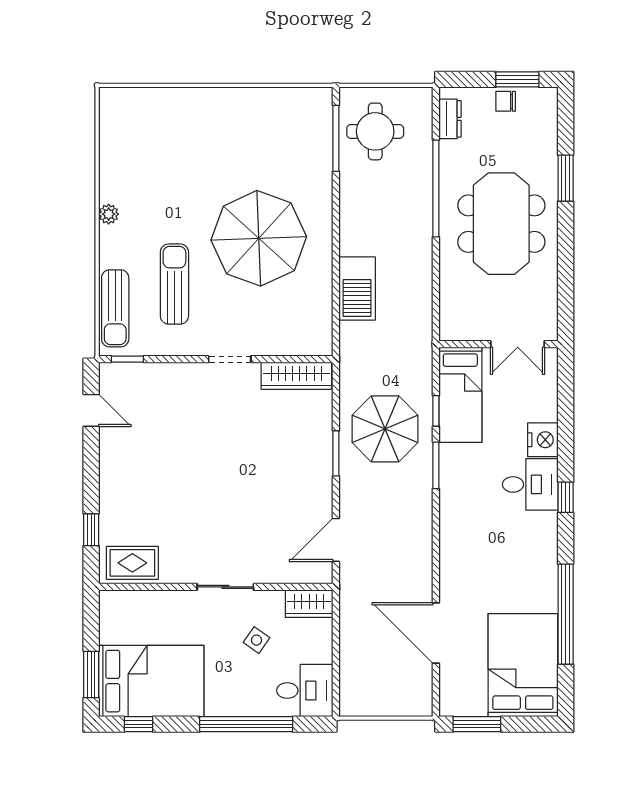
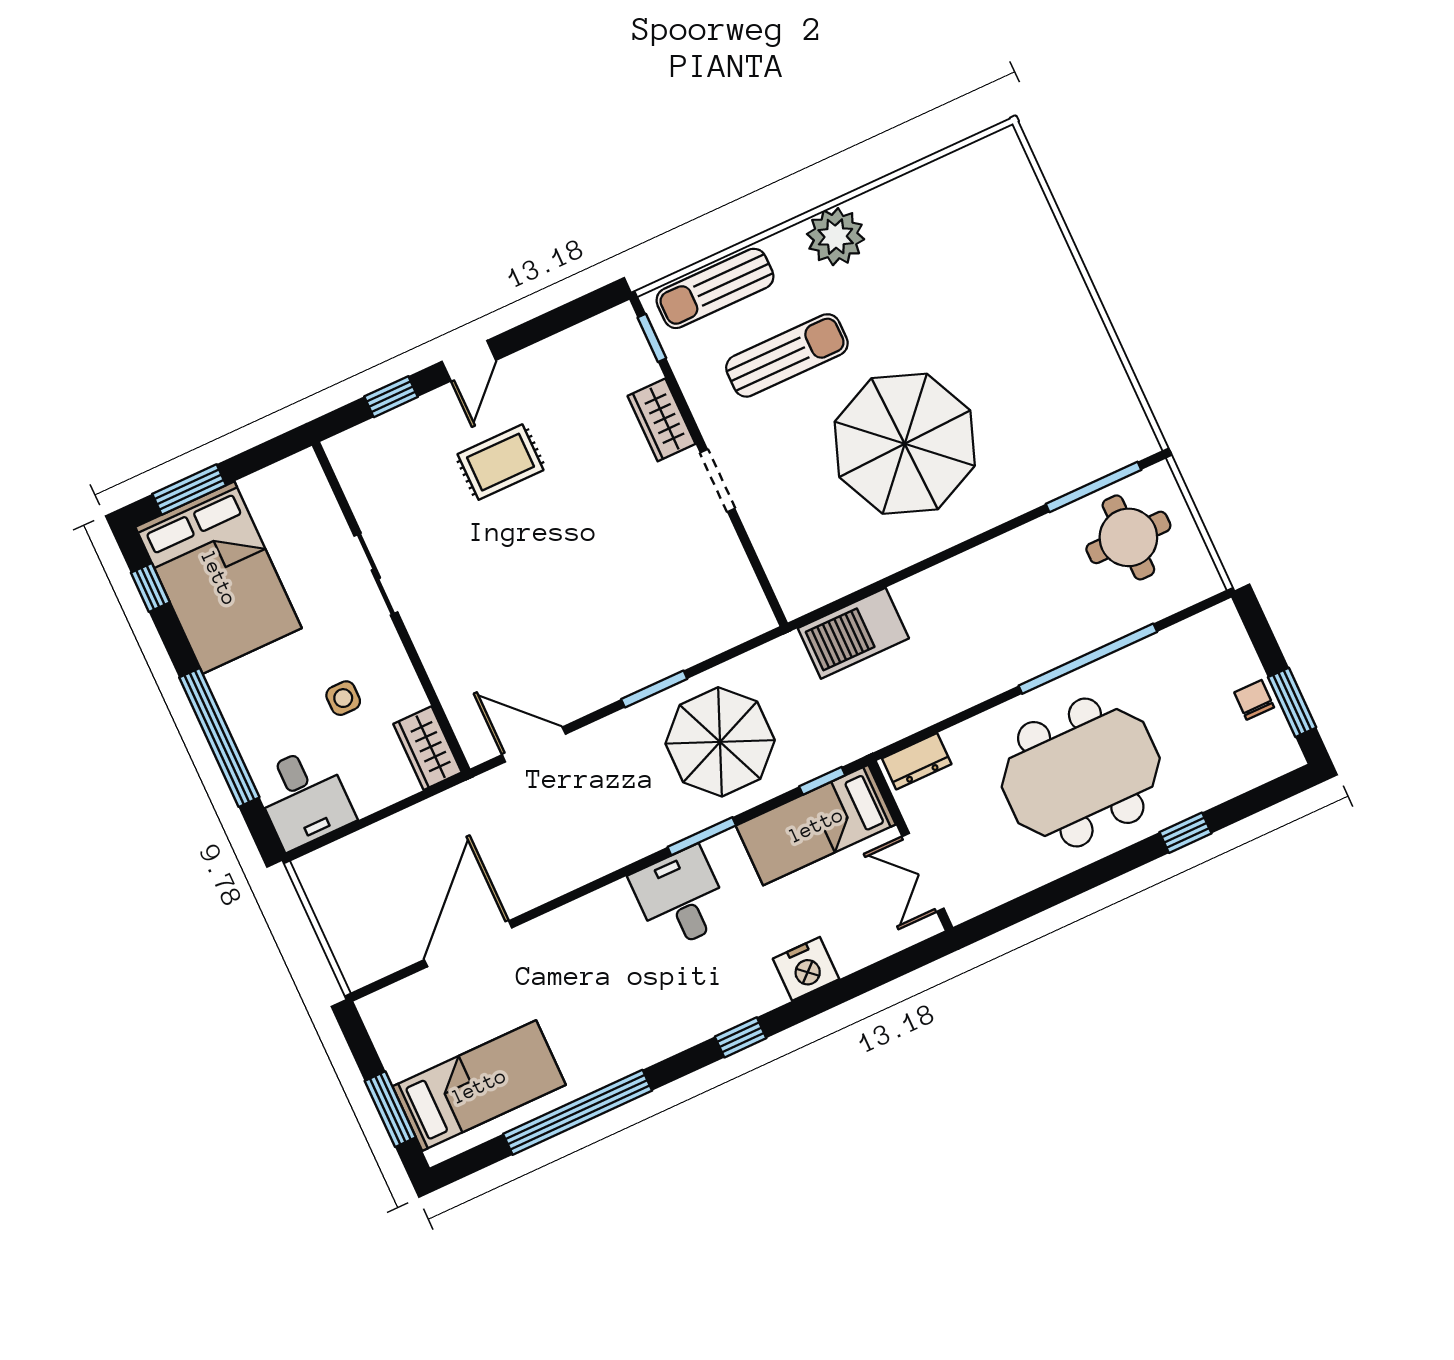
dresser: (450, 119) -> (917, 761), moved
window: (566, 178) -> (1185, 833), width x0.67
plant: (109, 214) -> (836, 237), width x1.88, depth x1.88
barbecue: (357, 288) -> (853, 633), moved
wardrobe: (296, 376) -> (662, 420), moved, width x0.67
door: (91, 410) -> (469, 361), moved
window: (436, 411) -> (822, 781), moved
desk: (530, 484) -> (680, 898), moved, turned 180
rug: (132, 563) -> (500, 462), moved, turned 90
sliding door: (225, 587) -> (376, 574), moved
side table: (256, 640) -> (343, 698), turned -35
bed: (523, 665) -> (479, 1086), width x0.67
window: (477, 724) -> (390, 1109), moved

